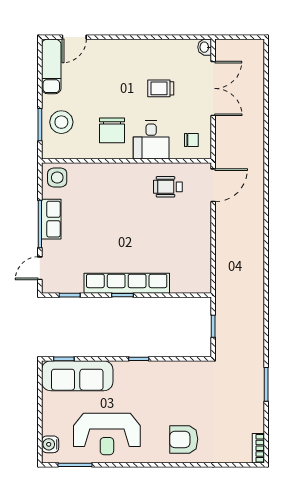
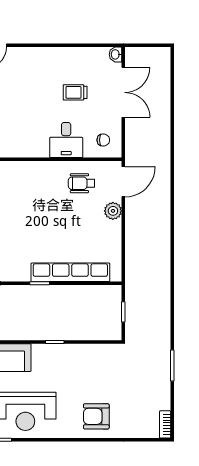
chair: (112, 130) -> (30, 131), removed
plant: (202, 217) -> (113, 211), added
row of seats: (127, 283) -> (70, 272), moved

